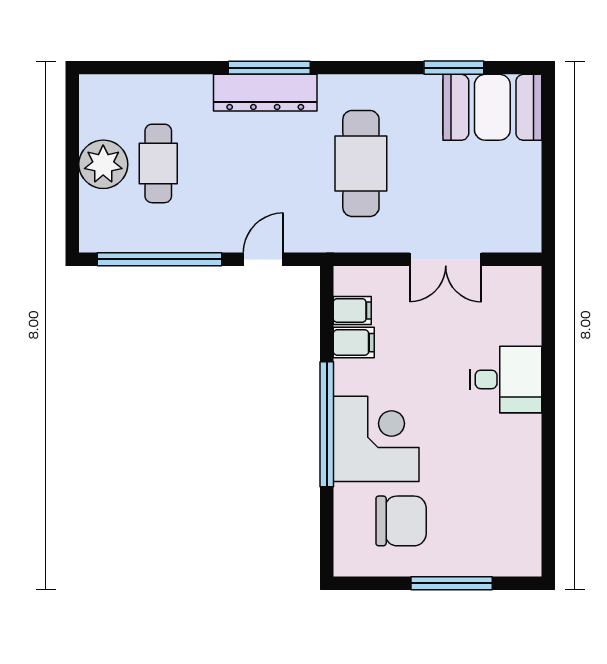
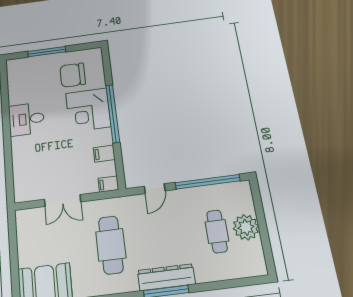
double door: (446, 259) -> (63, 201), swing flipped
filing cabinet: (352, 310) -> (108, 184), moved
desk: (506, 379) -> (26, 119), moved

